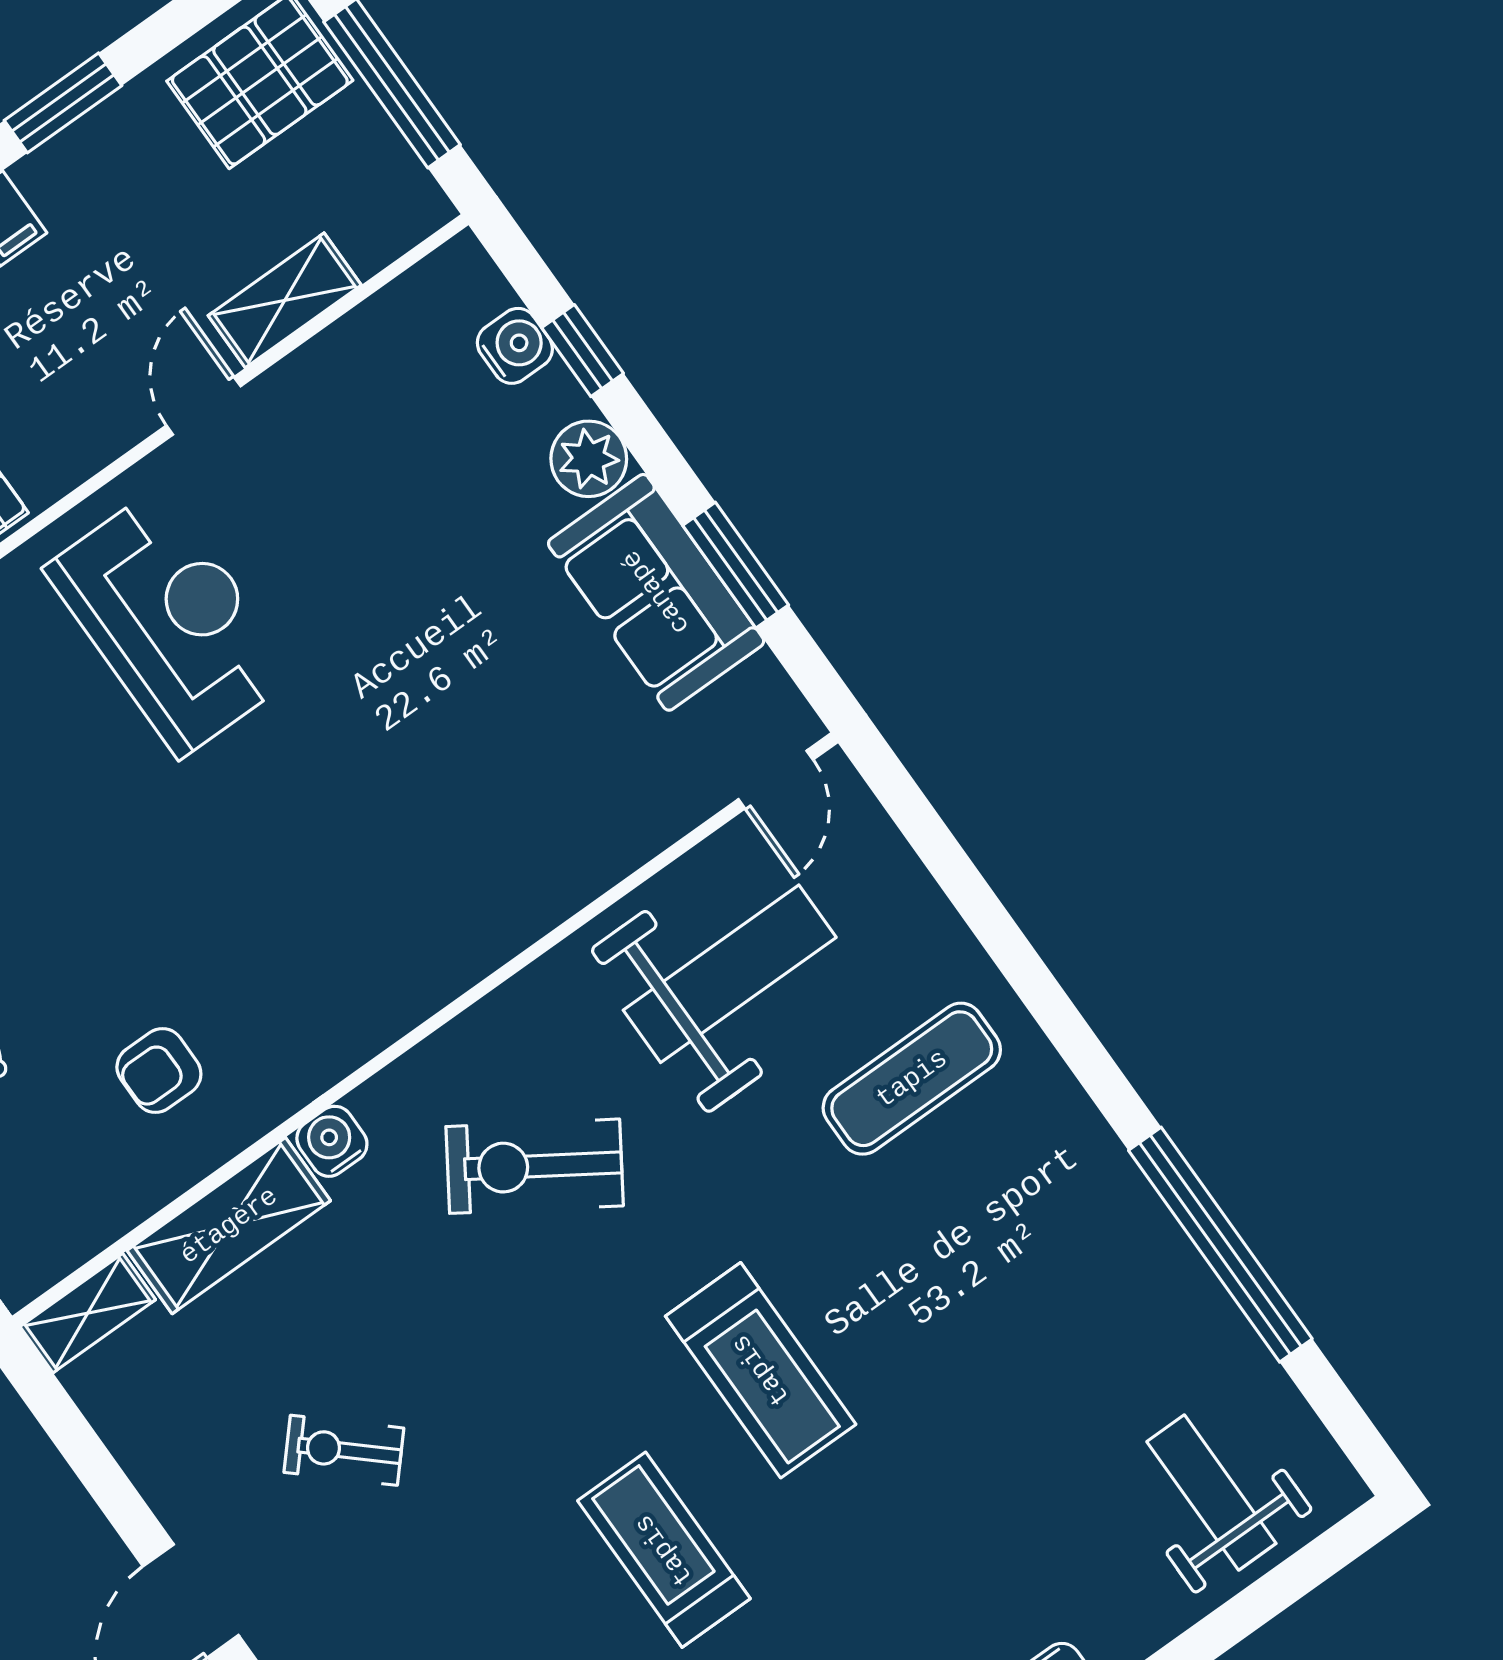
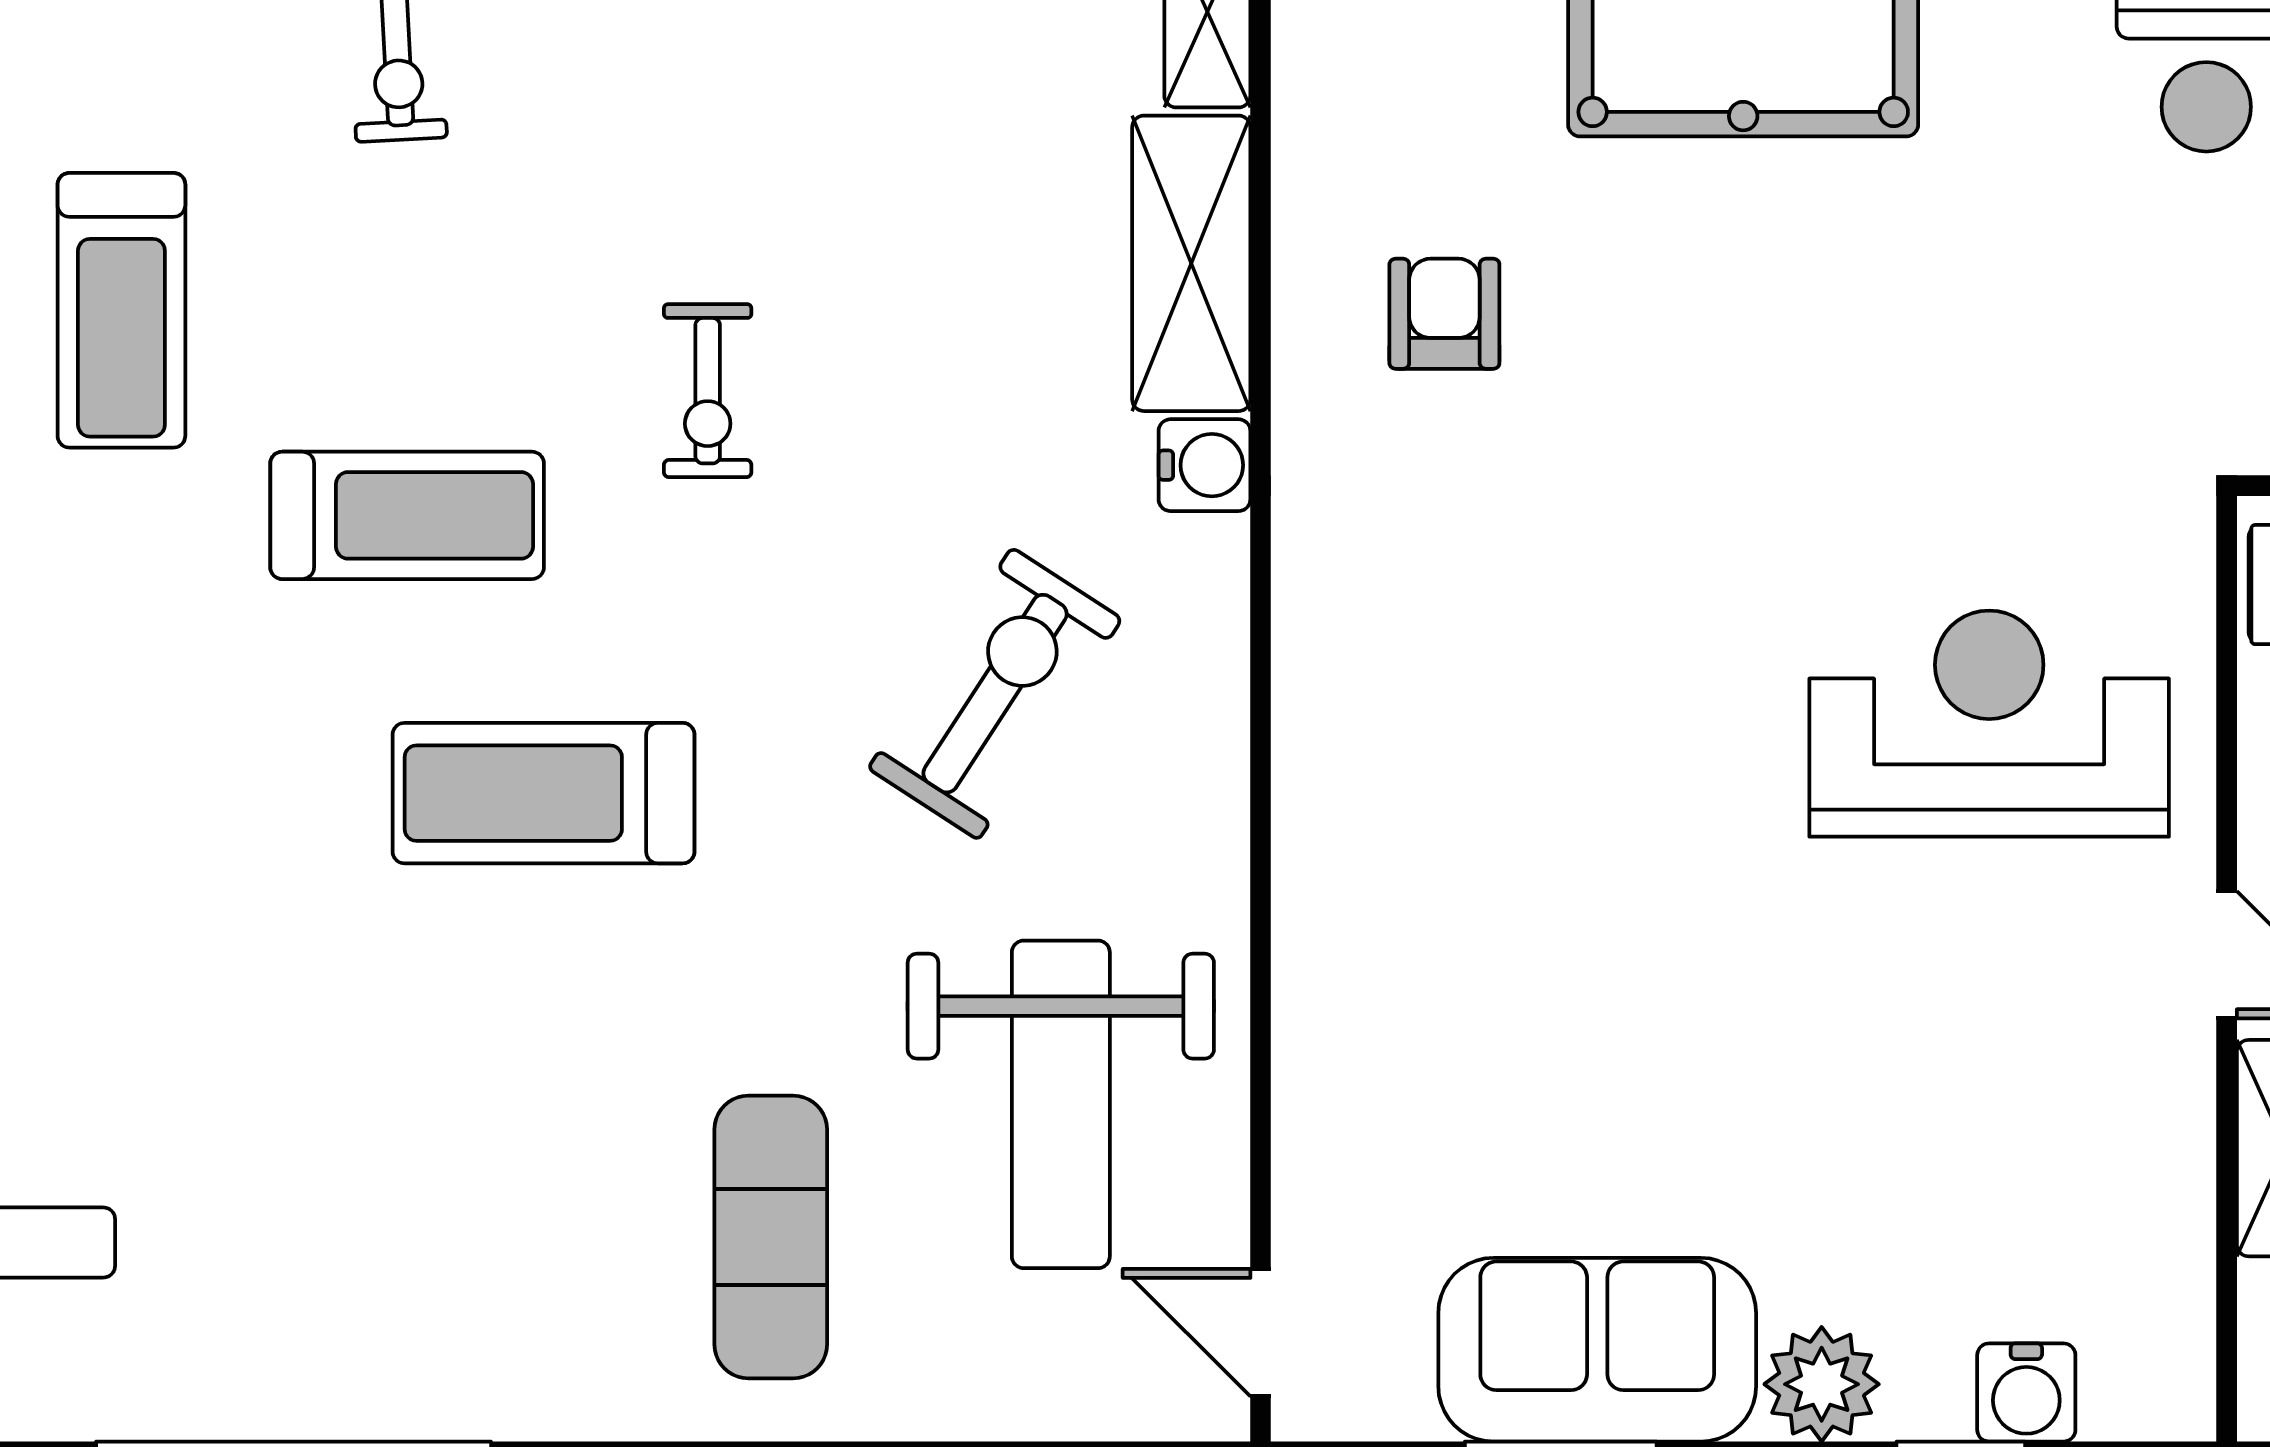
reception desk: (170, 622) -> (1989, 724), turned 180
exercise bike: (344, 1450) -> (708, 391), moved, turned 138

